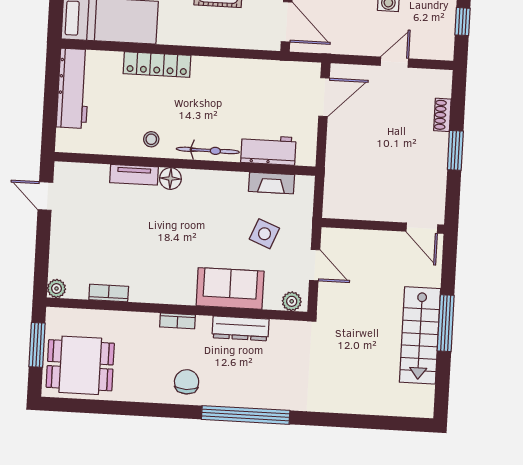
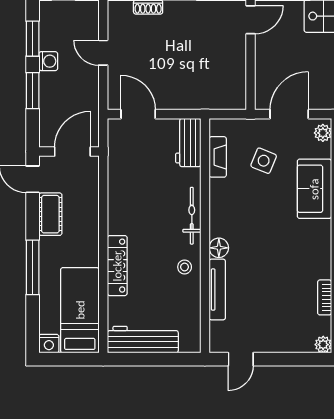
workbench: (268, 150) -> (188, 142), moved
tv unit: (134, 175) -> (217, 290), width x1.41
door: (315, 265) -> (289, 114), width x1.38

